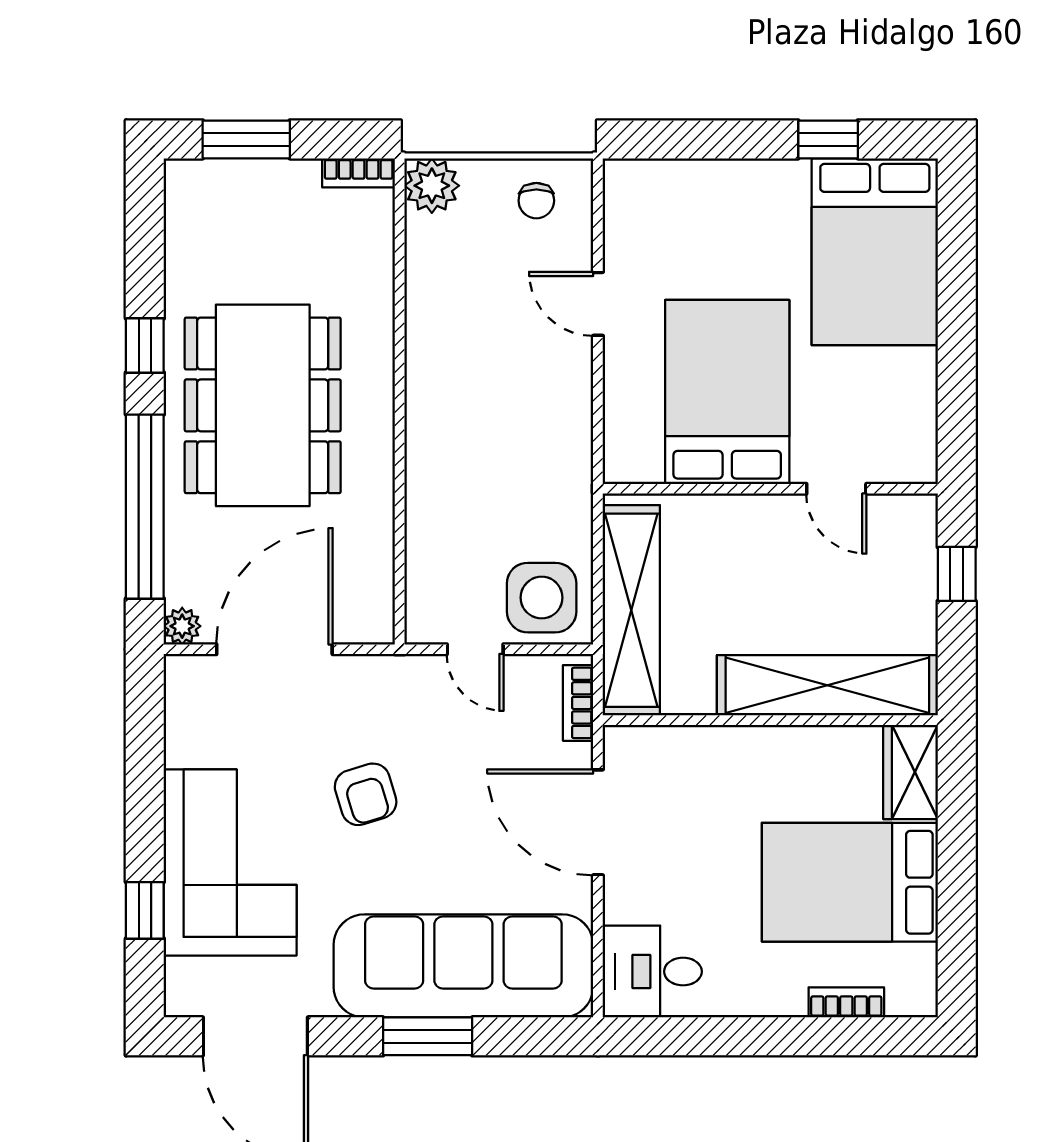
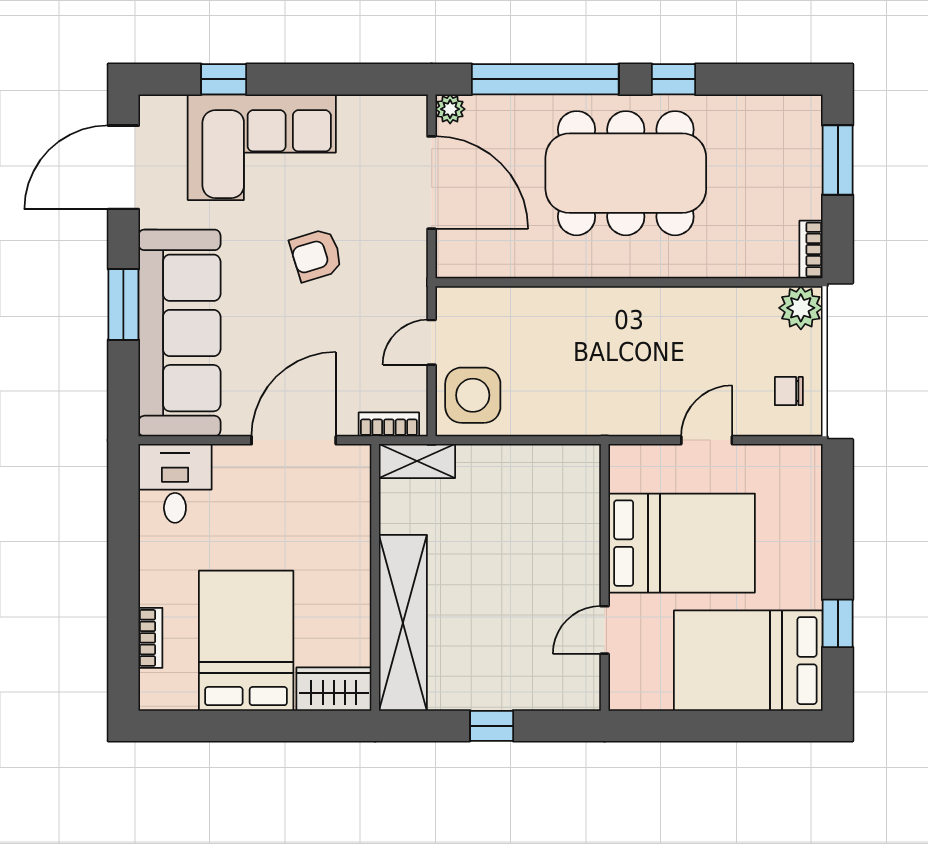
bed: (727, 392) -> (682, 543), moved
wall: (770, 489) -> (605, 577), moved
door: (836, 489) -> (605, 630), moved
shelving: (631, 610) -> (417, 461), width x0.45, depth x0.75

